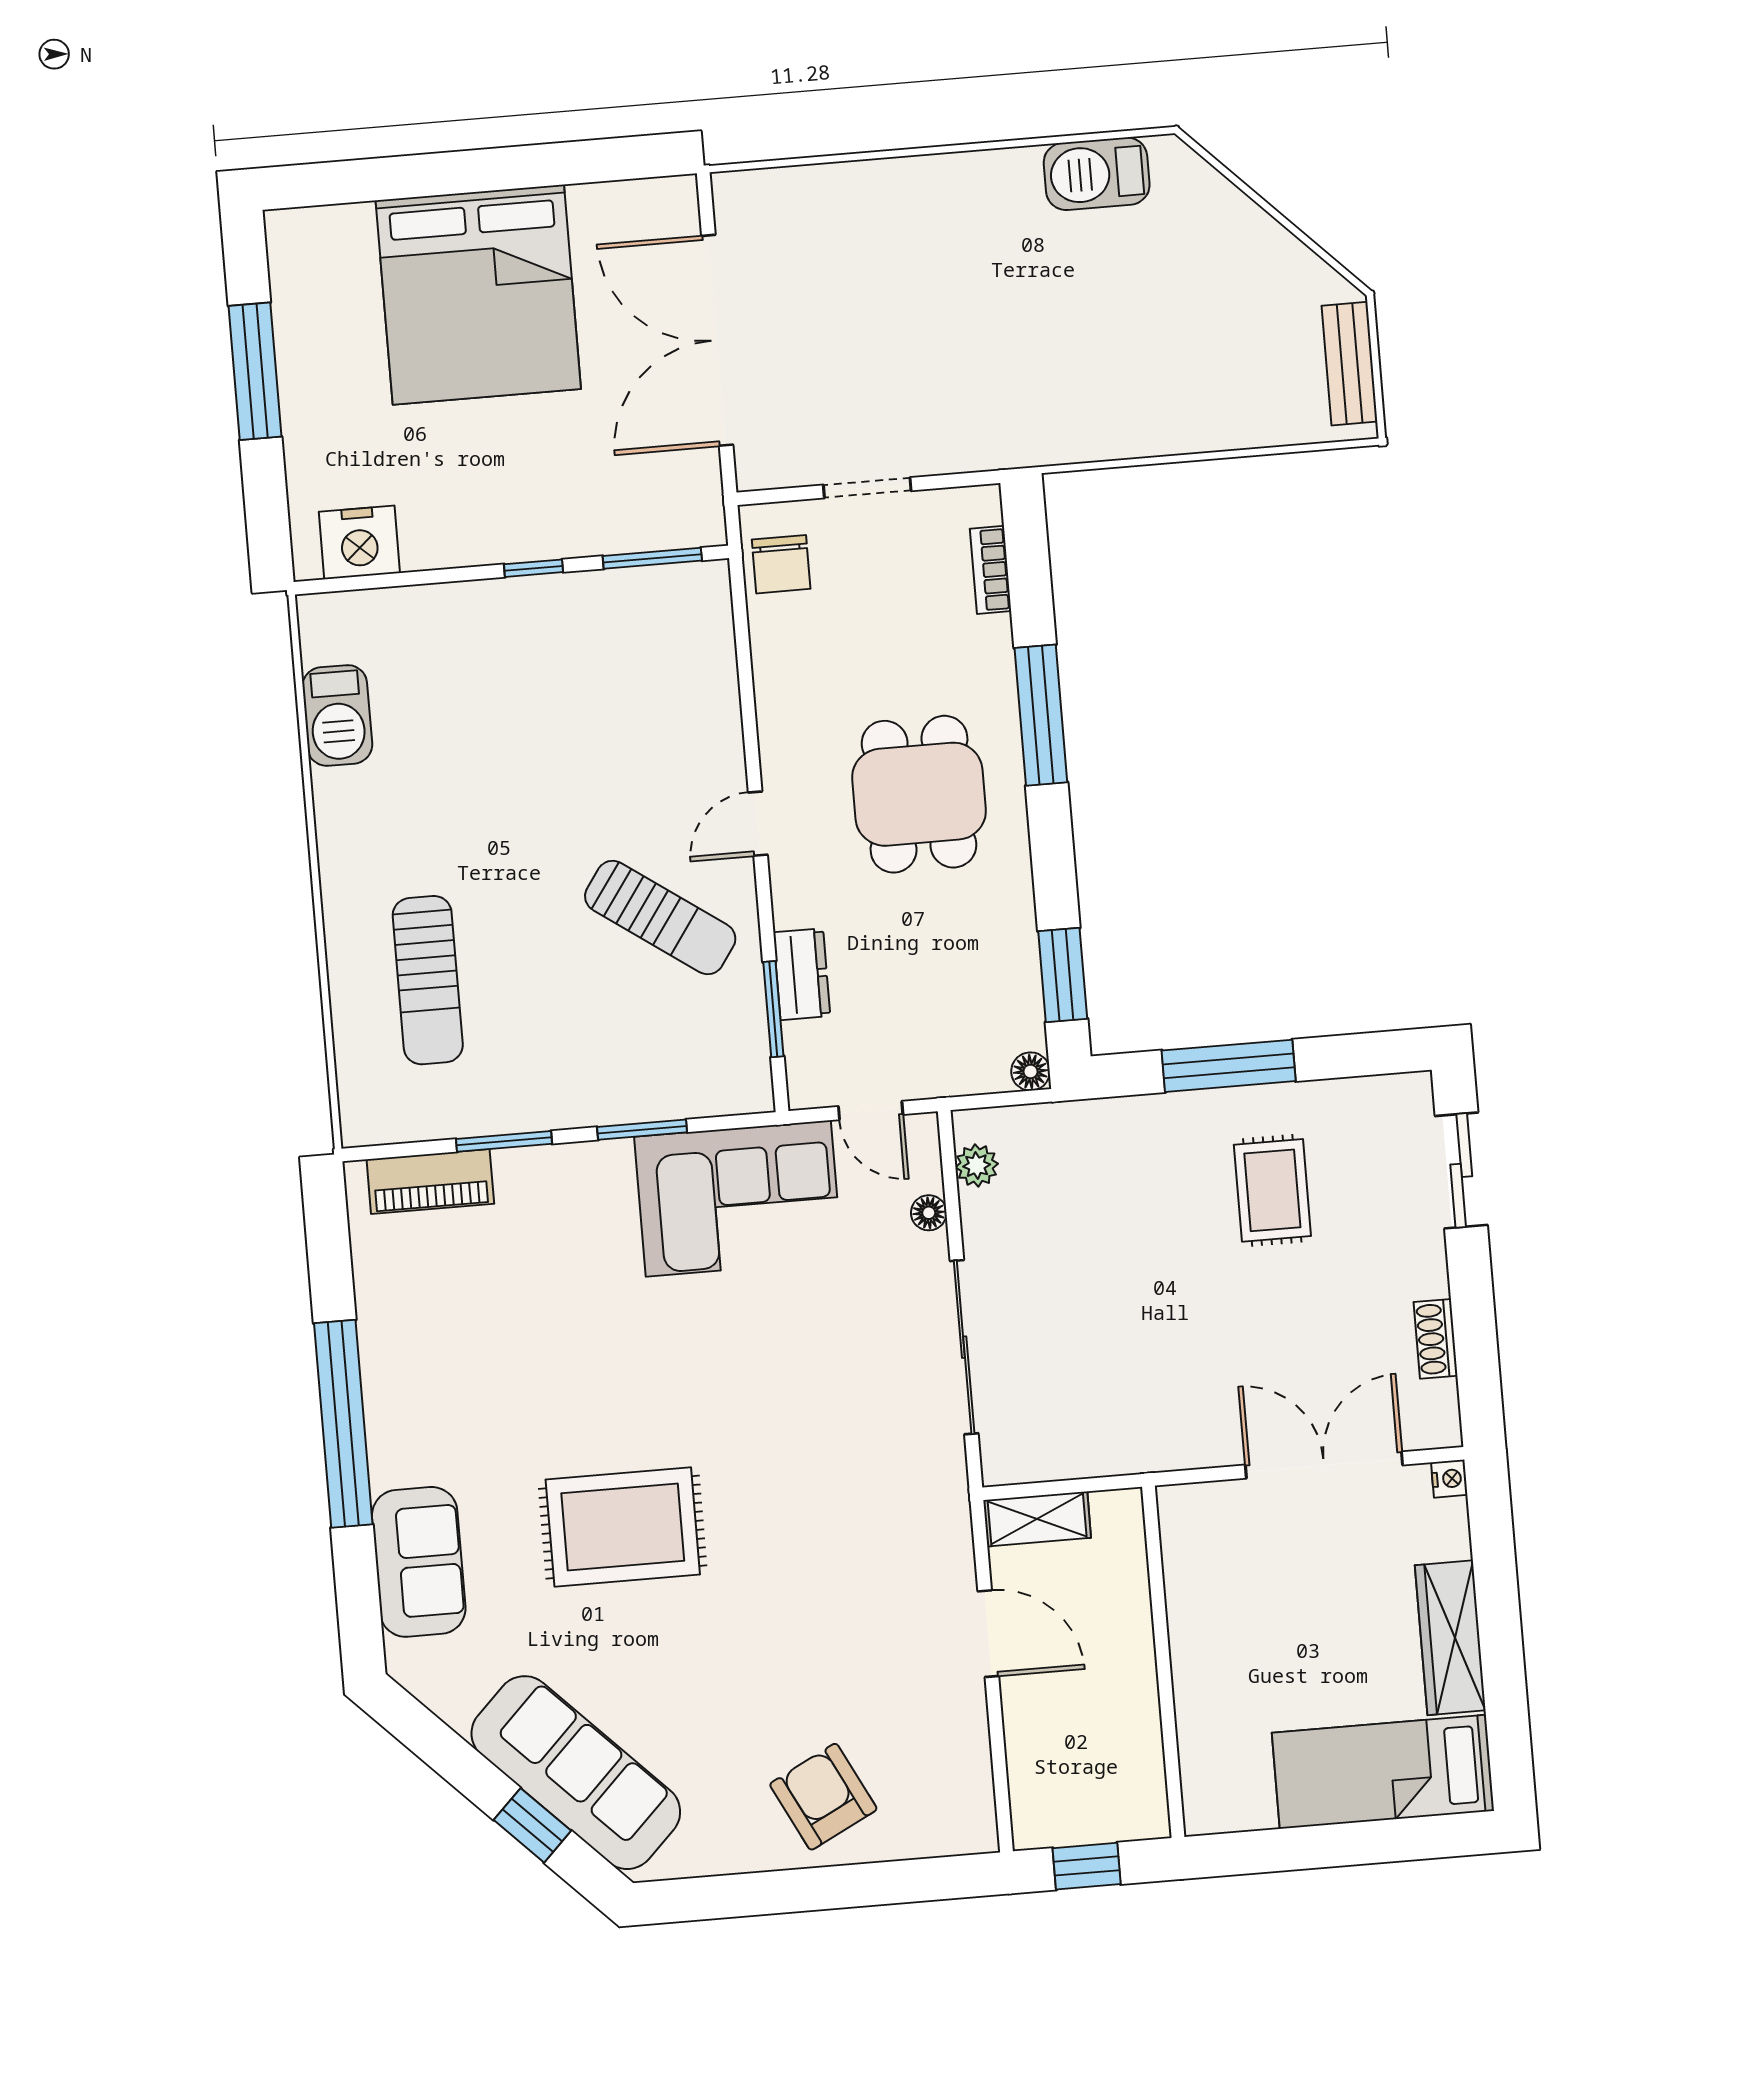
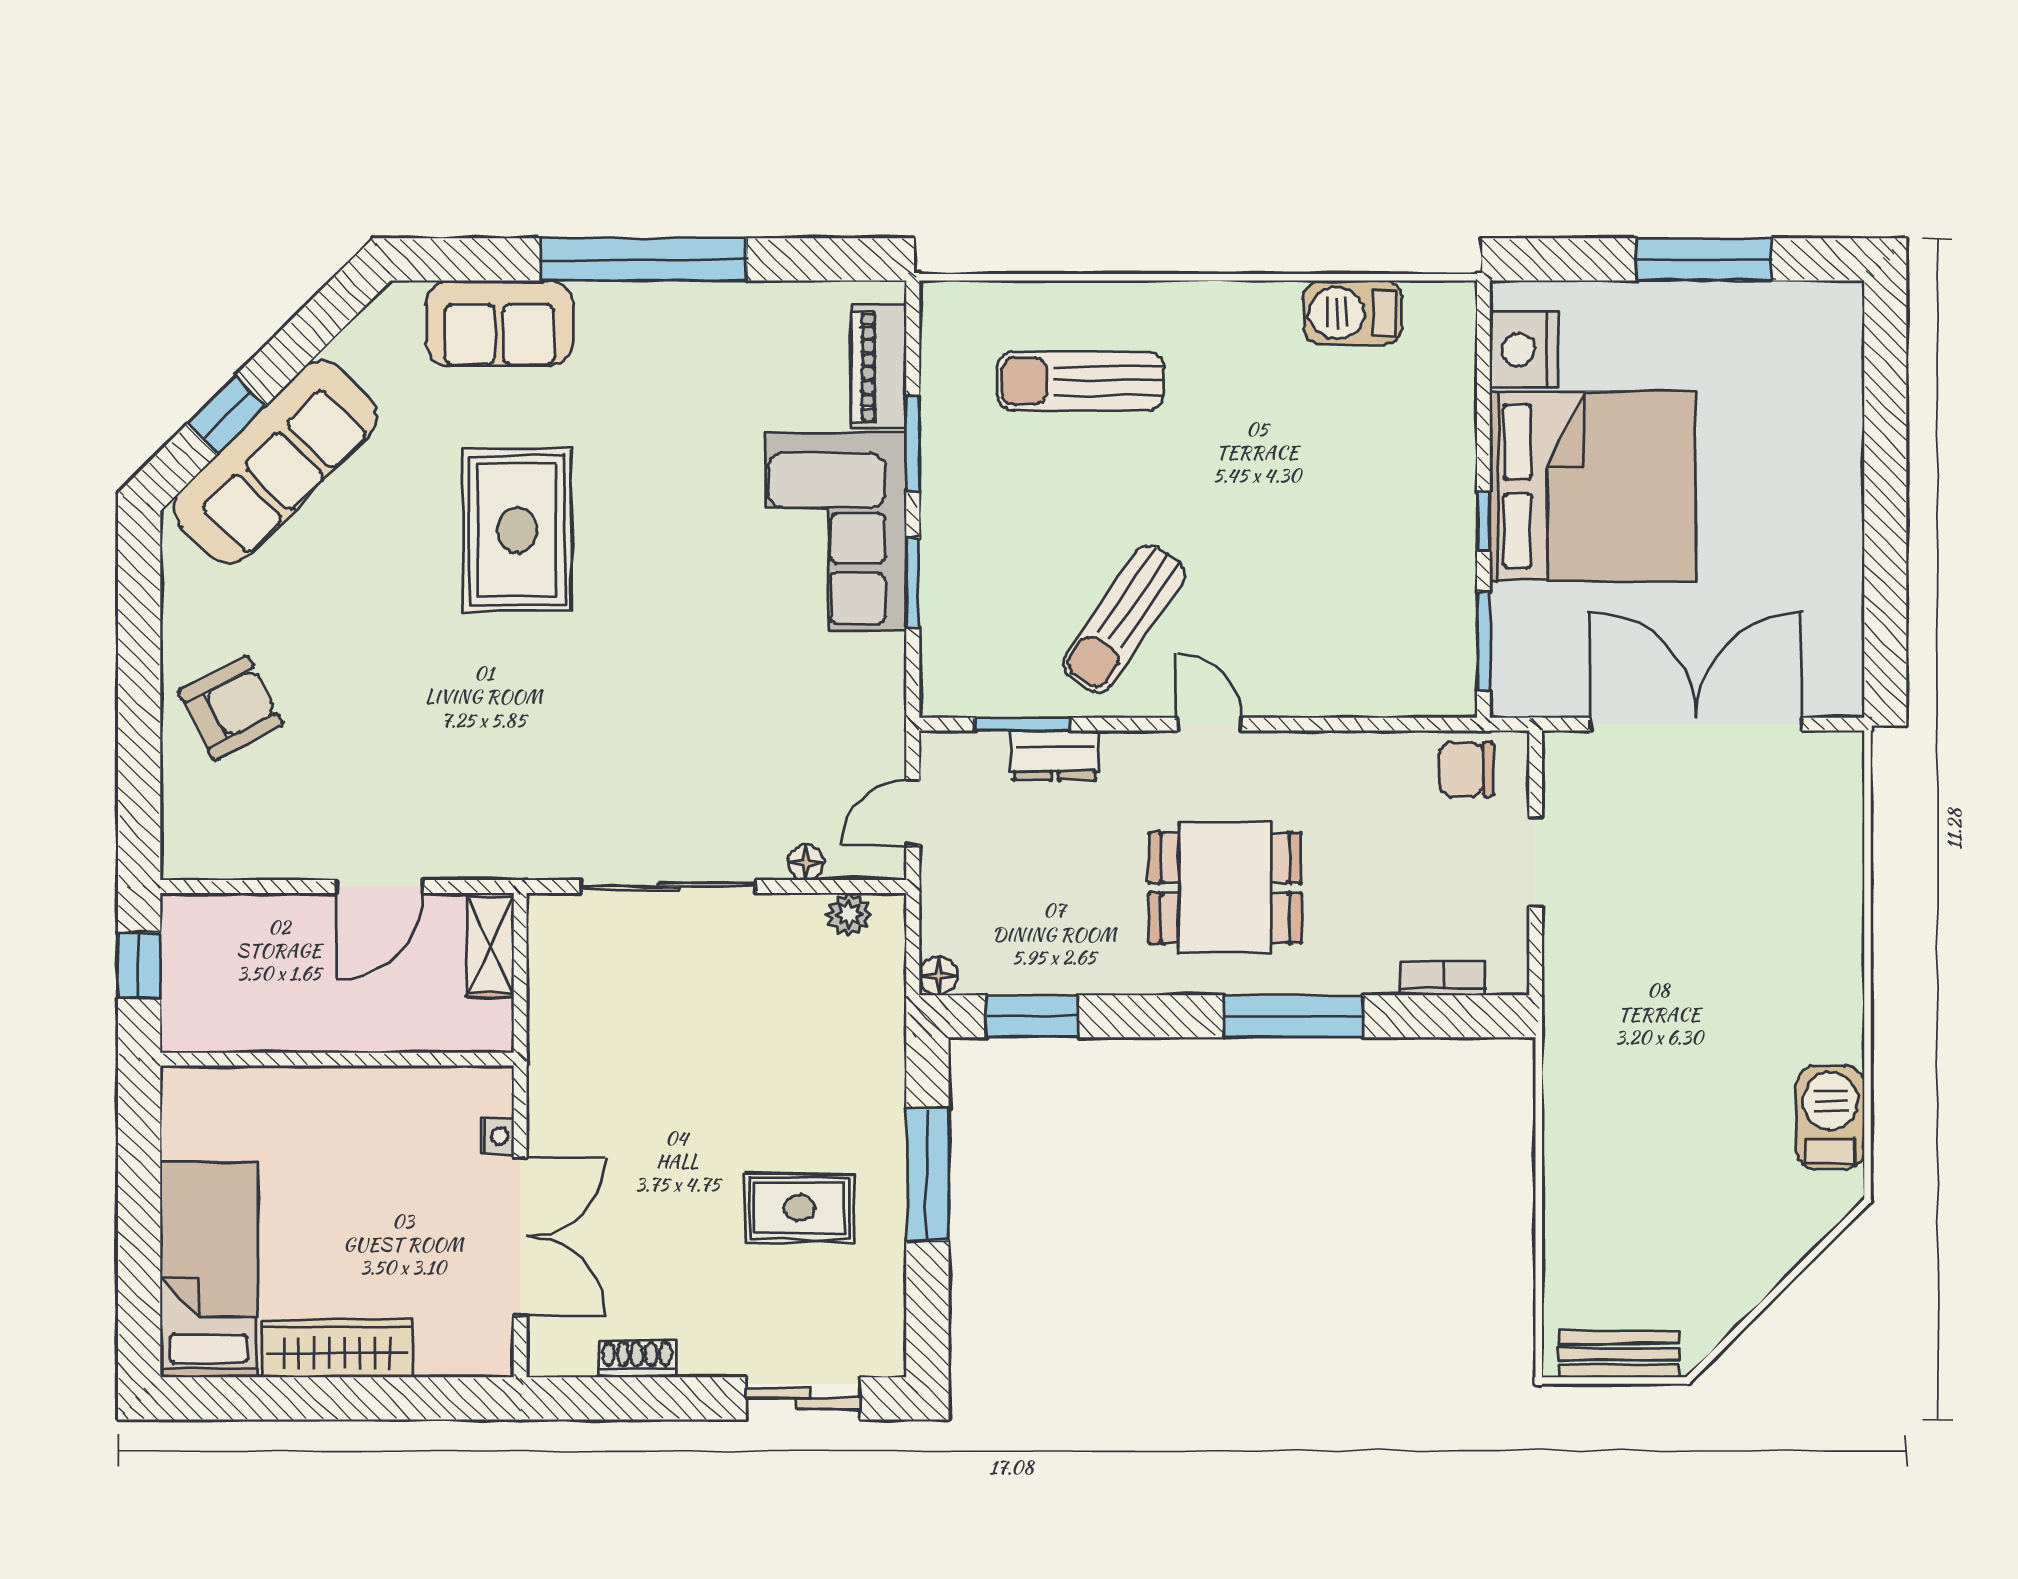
bed: (478, 295) -> (1593, 486), moved, turned 180
corner sofa: (738, 1198) -> (836, 532), moved
nightstand: (1449, 1479) -> (497, 1136), moved, turned -90

